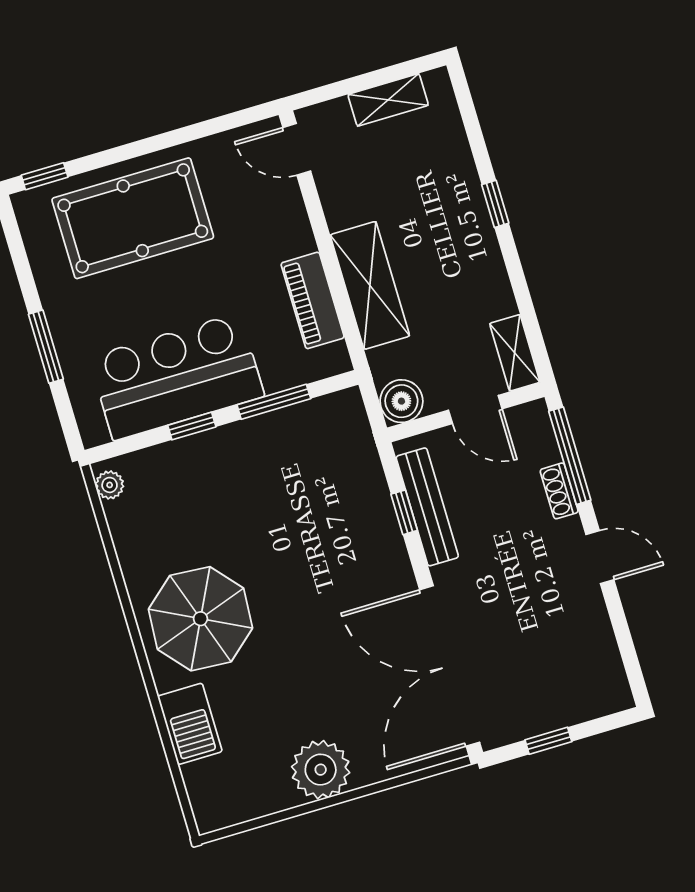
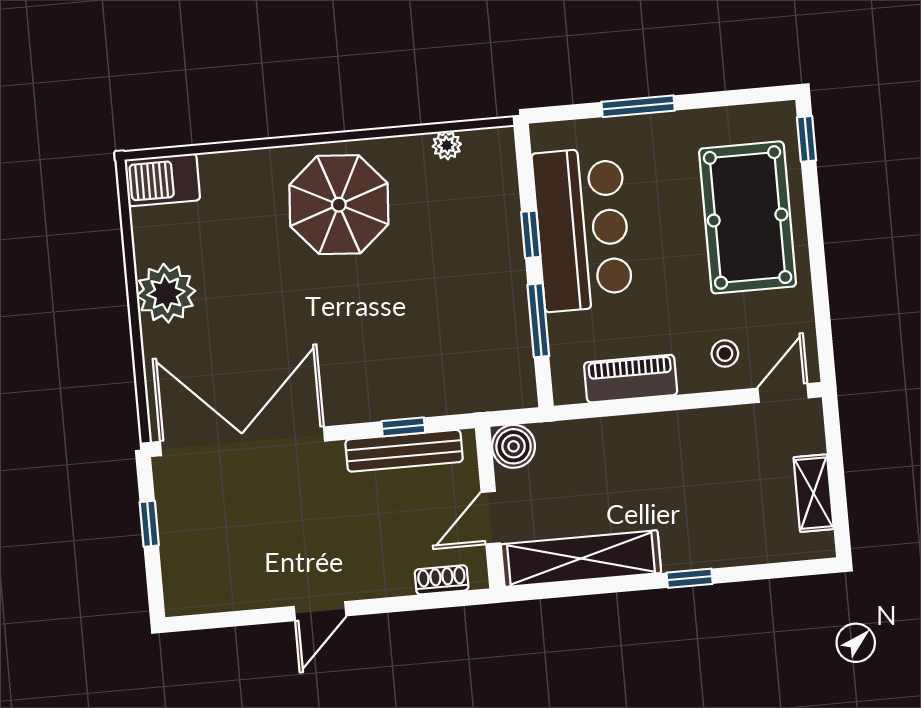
stool: (270, 214) -> (725, 353), added
shelving: (370, 285) -> (634, 438), removed
shelving: (515, 353) -> (581, 559), width x2.20, depth x1.33
window: (570, 456) -> (426, 602), removed
plant: (110, 485) -> (447, 145), moved
shoe rack: (559, 491) -> (442, 580), moved
barbecue: (190, 724) -> (162, 180), moved

